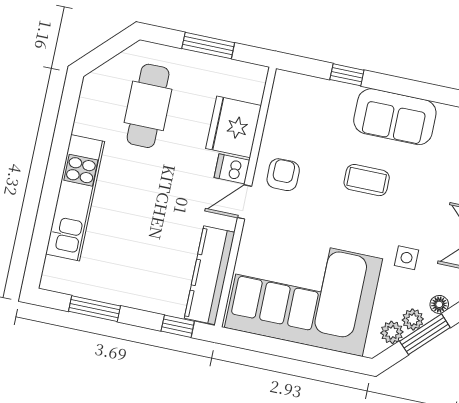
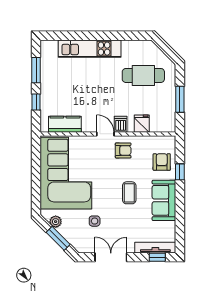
armchair: (321, 106) -> (162, 162), added
fridge: (234, 127) -> (142, 124), width x0.53, depth x0.75
kitchen counter: (209, 275) -> (65, 124), width x0.67
floor lamp: (439, 304) -> (75, 242), removed
plant: (413, 319) -> (64, 231), removed
window: (178, 326) -> (36, 102), moved

